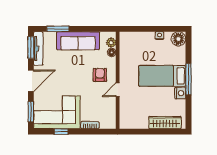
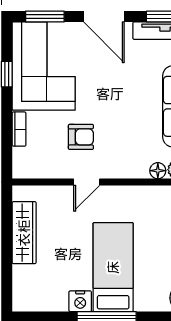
armchair: (100, 75) -> (81, 137), moved
door: (118, 90) -> (87, 182), swing flipped
wardrobe: (165, 123) -> (24, 233), moved

